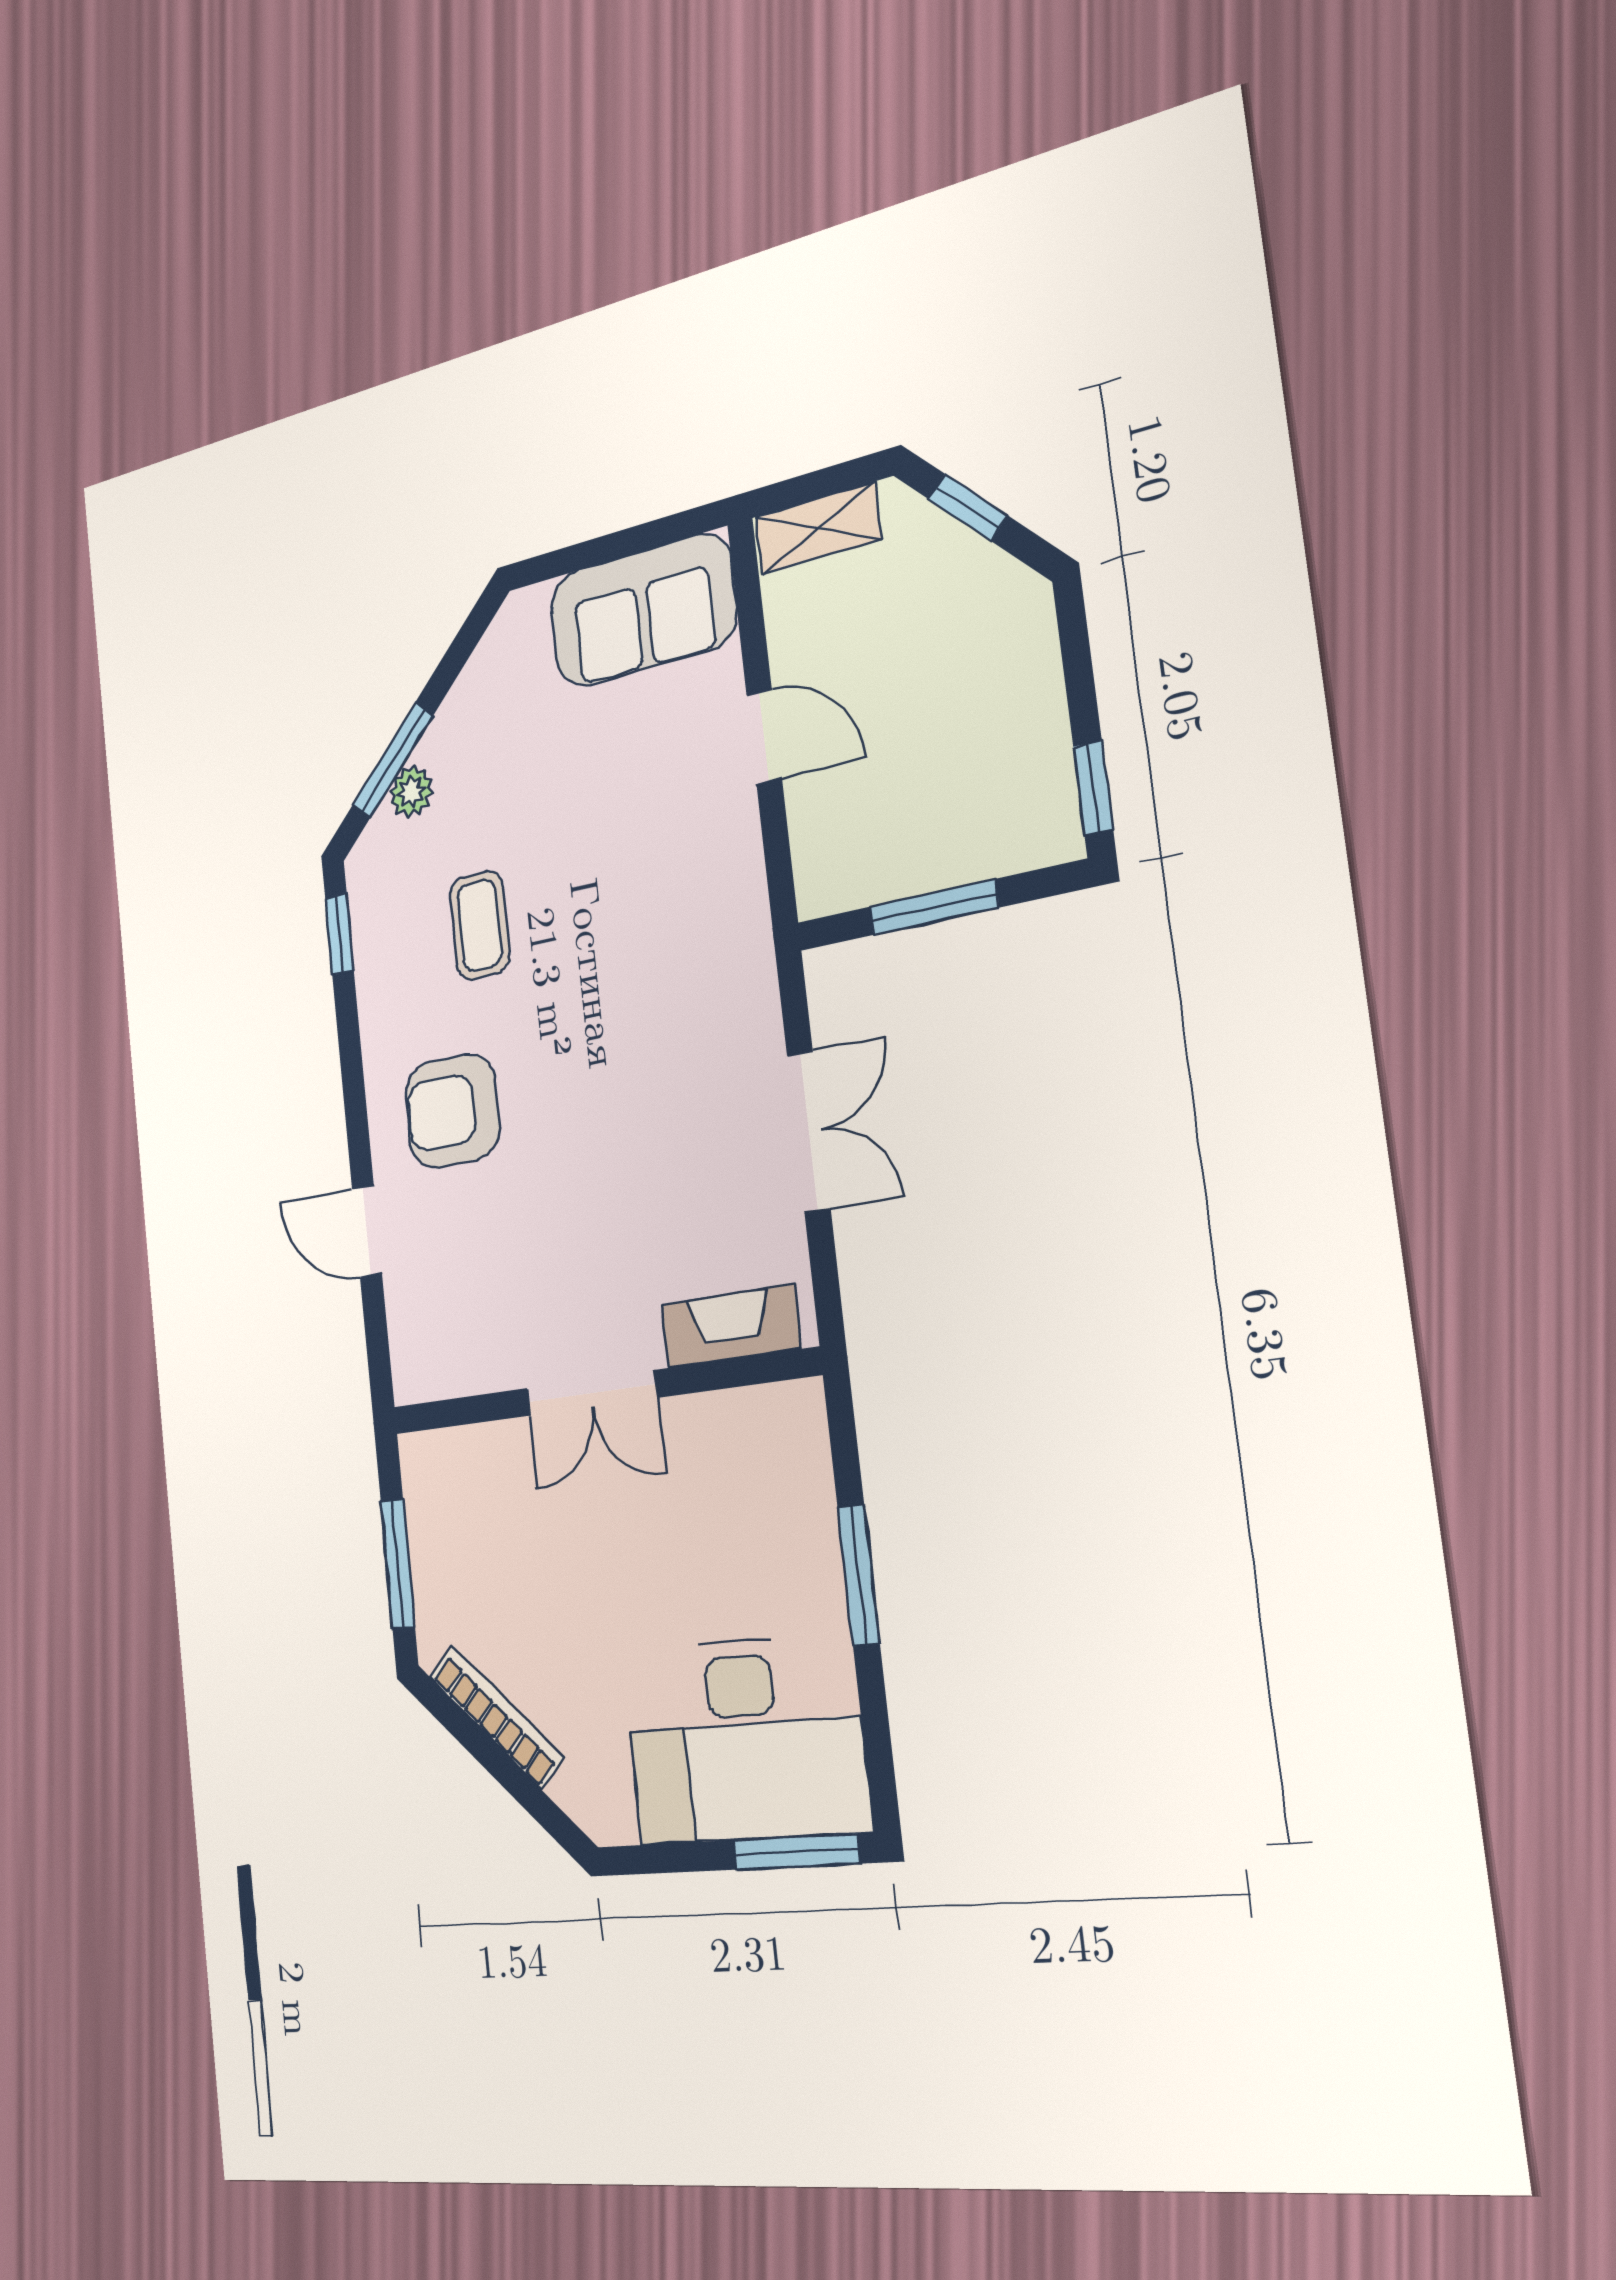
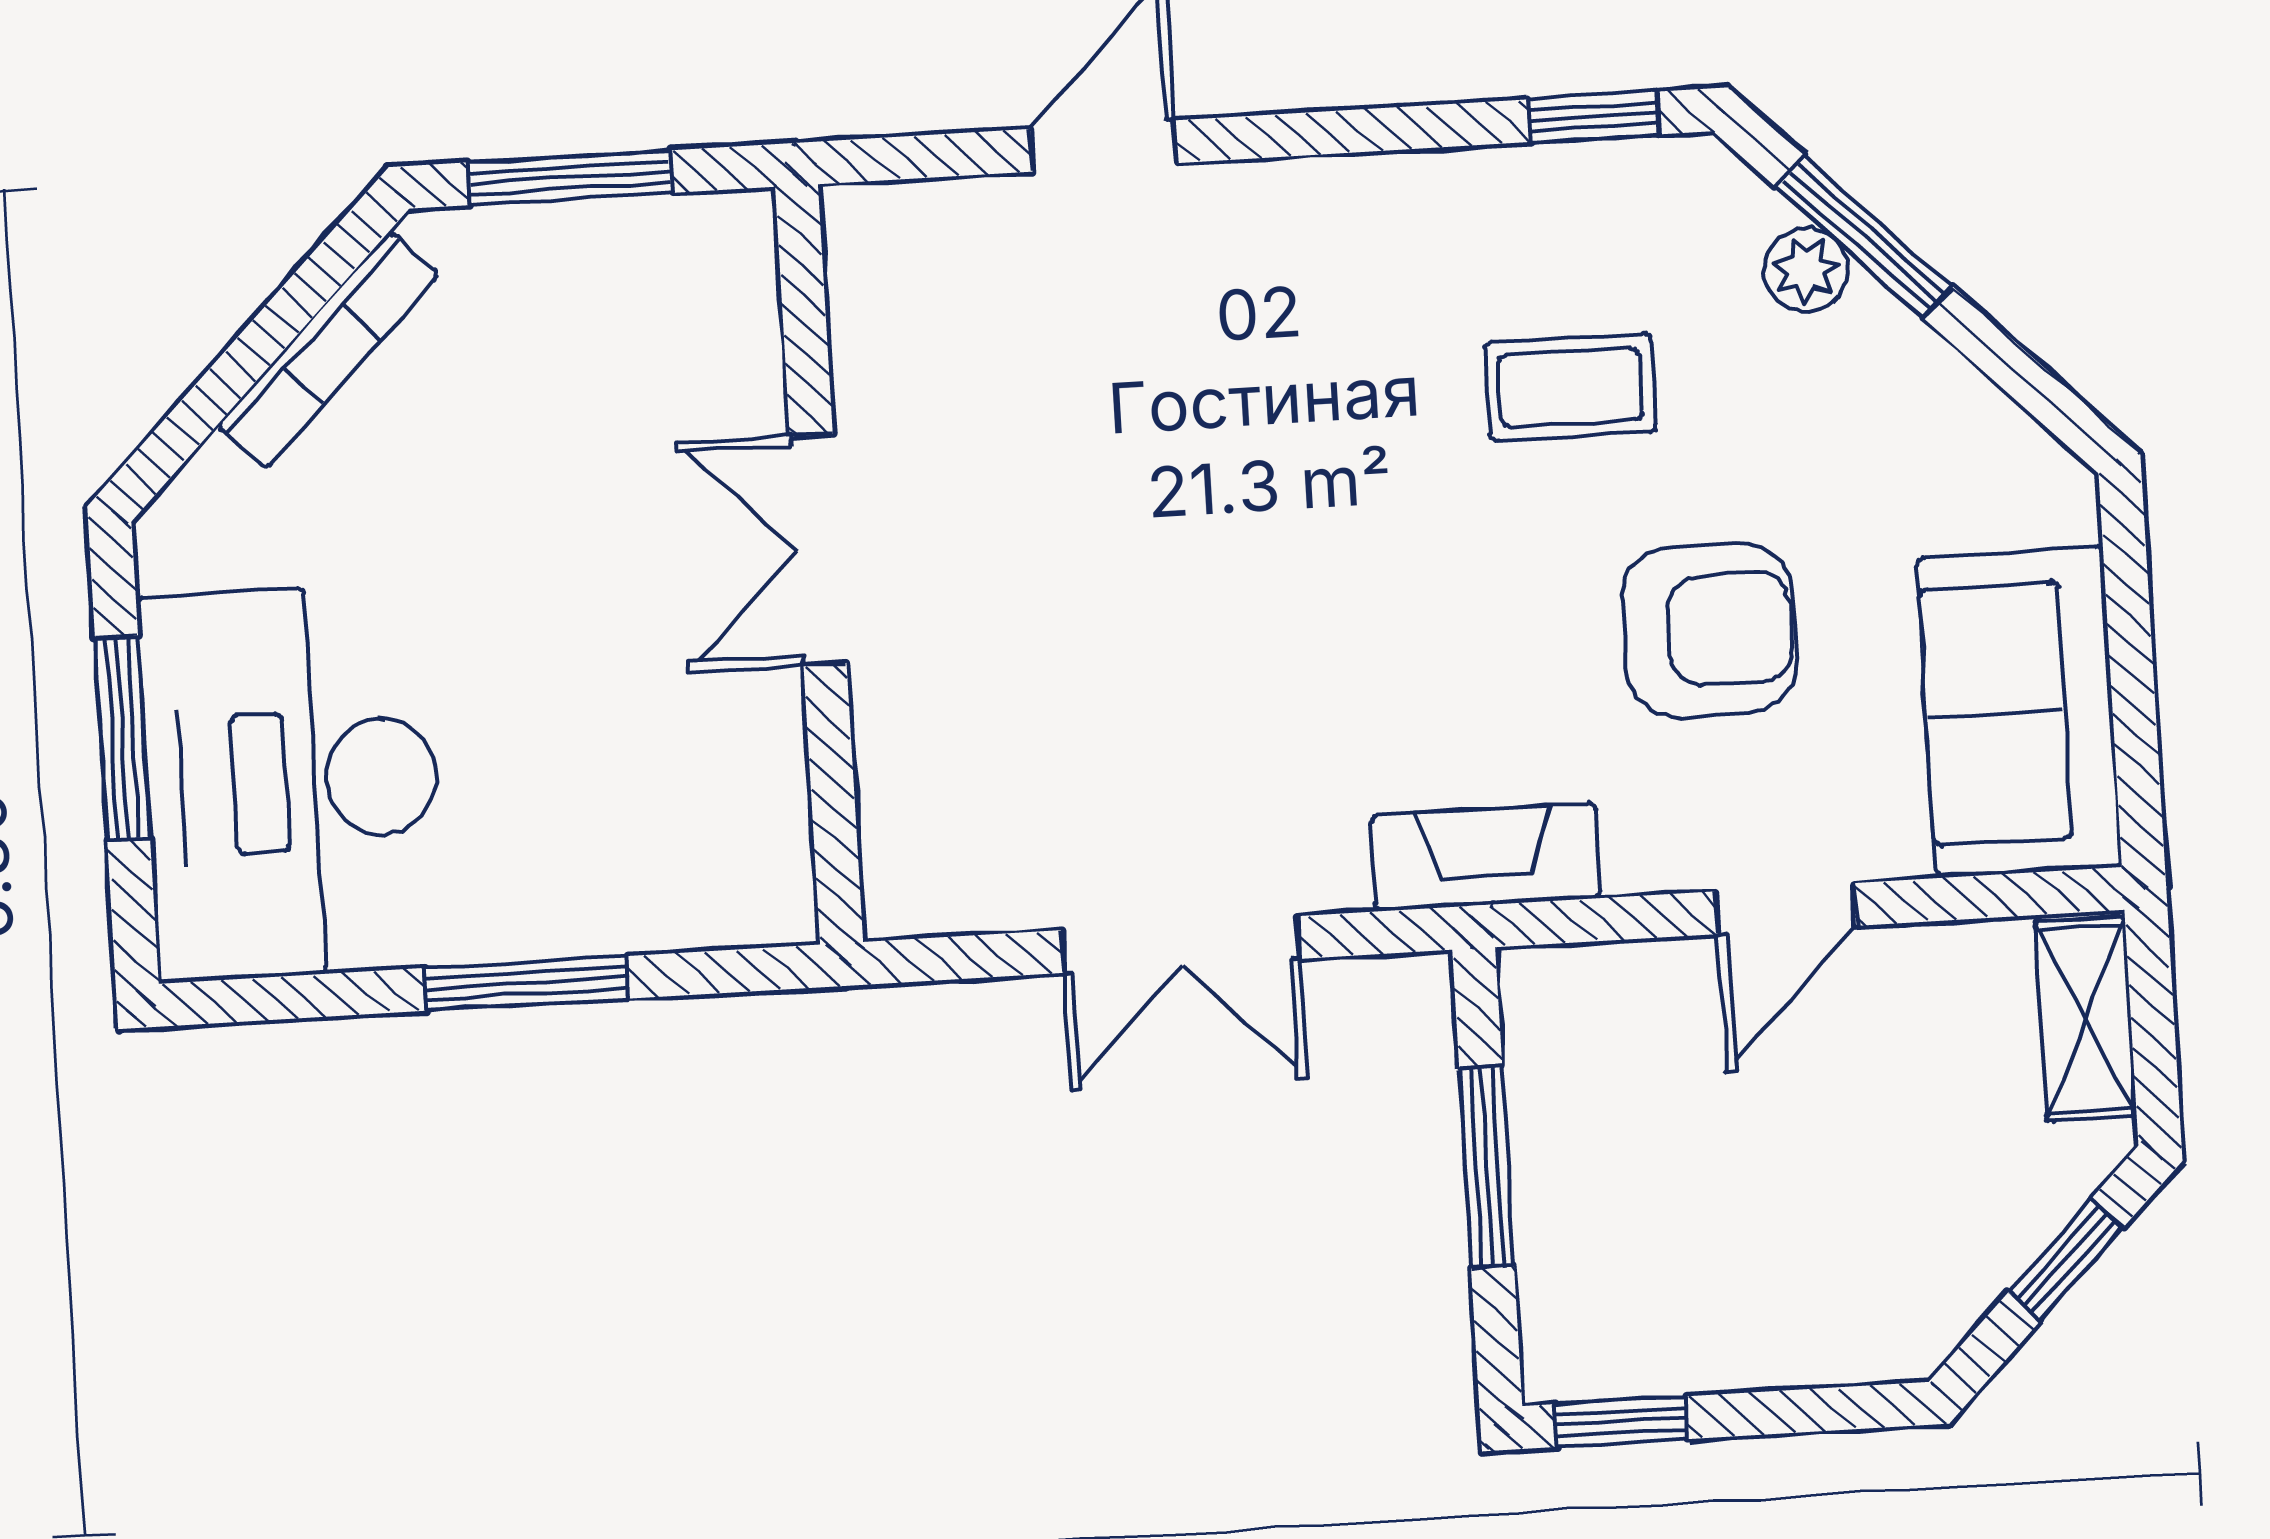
armchair: (452, 1111) -> (1710, 630), moved, turned 90
fireplace: (731, 1327) -> (1486, 857), moved, turned -90
window: (797, 1852) -> (123, 738), moved

